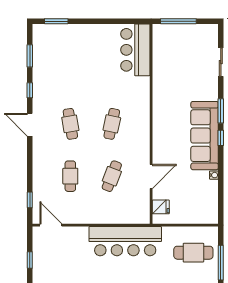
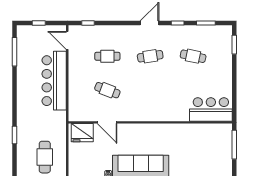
cafe table: (112, 124) -> (193, 56), moved
fridge: (161, 207) -> (82, 133), width x1.88, depth x1.34
door: (51, 225) -> (67, 40), swing flipped
bar counter: (125, 241) -> (54, 81), moved

